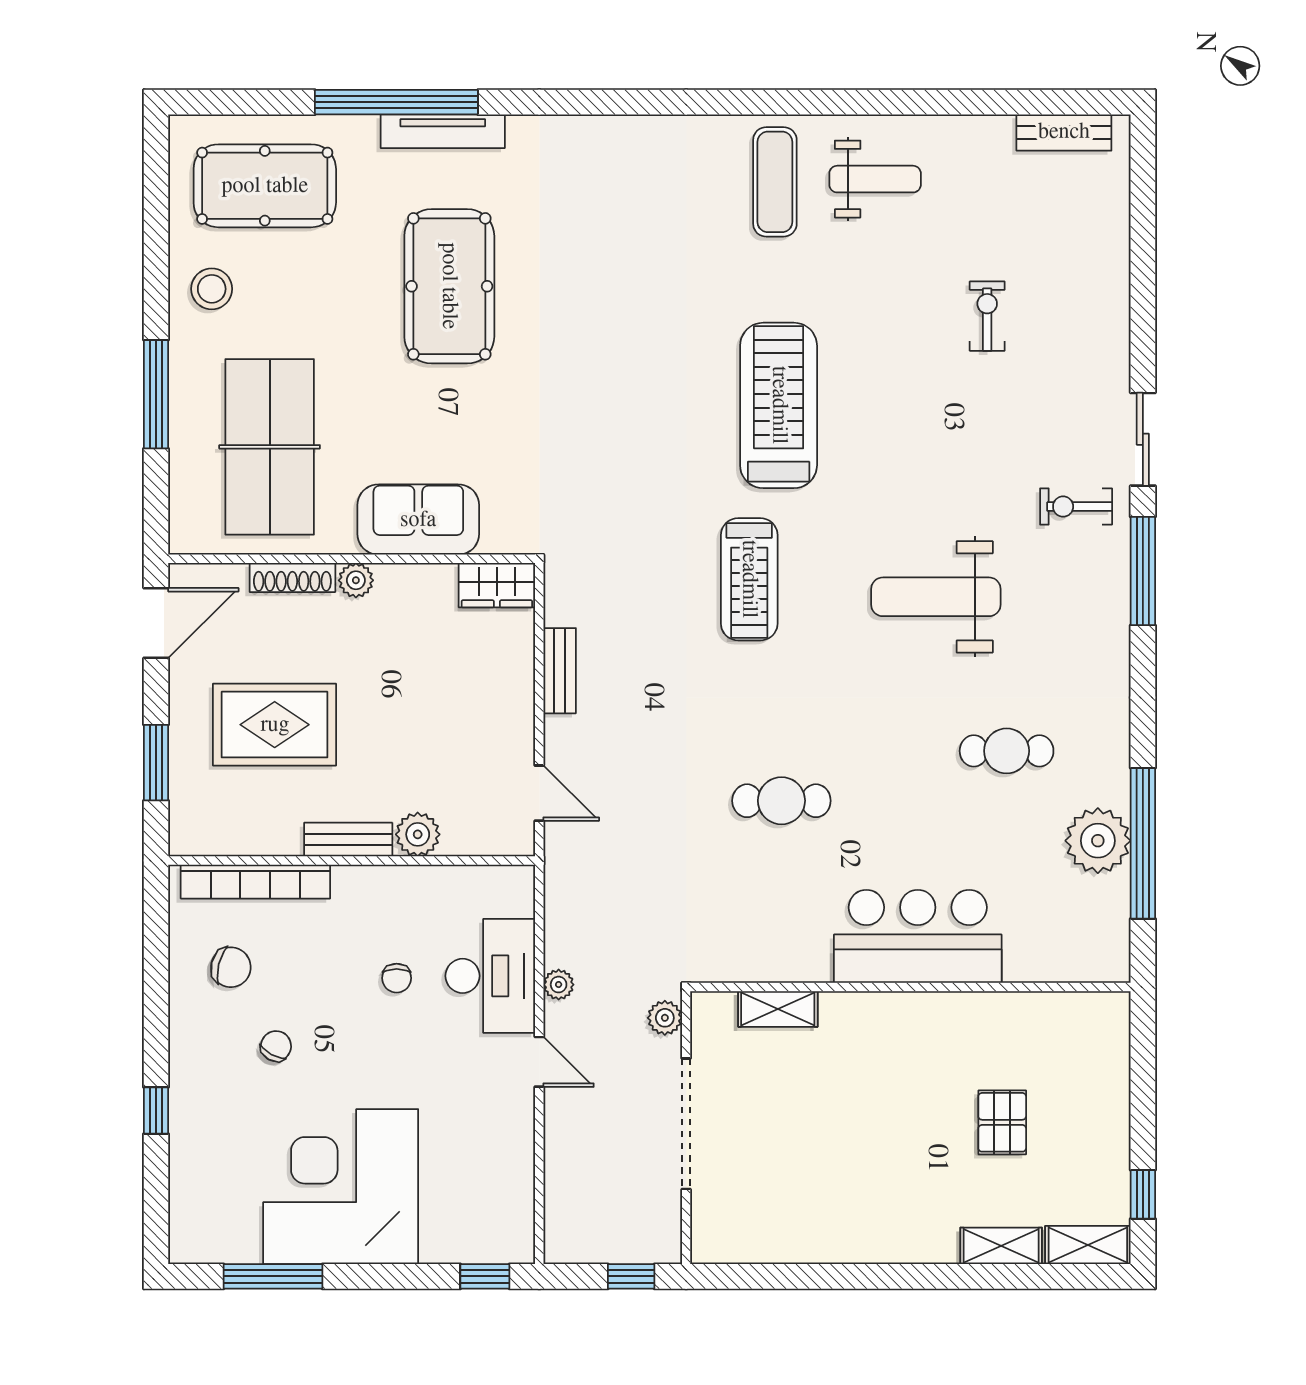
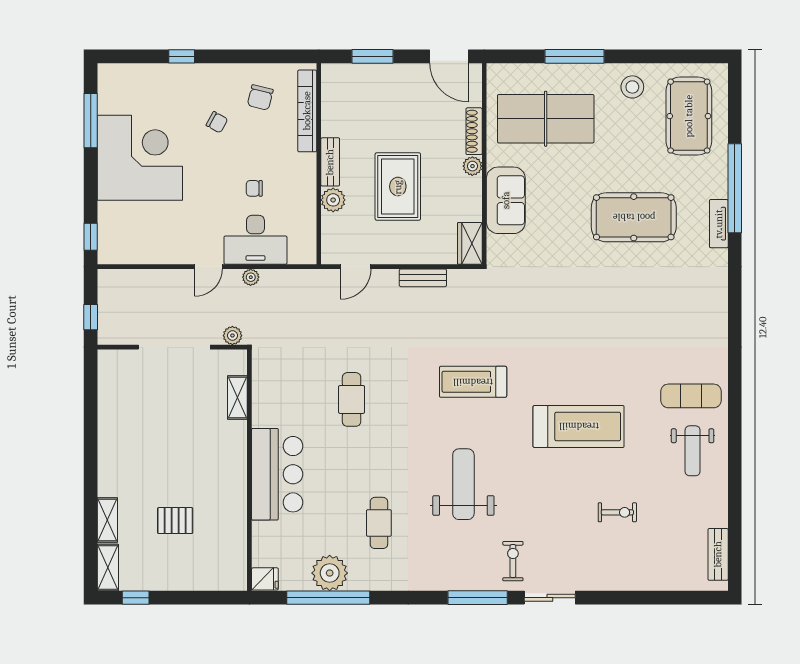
tv unit: (443, 131) -> (719, 224), width x0.71
treadmill: (779, 405) -> (579, 426), moved
rug: (275, 725) -> (398, 187), moved
fridge: (1109, 959) -> (265, 579), added

